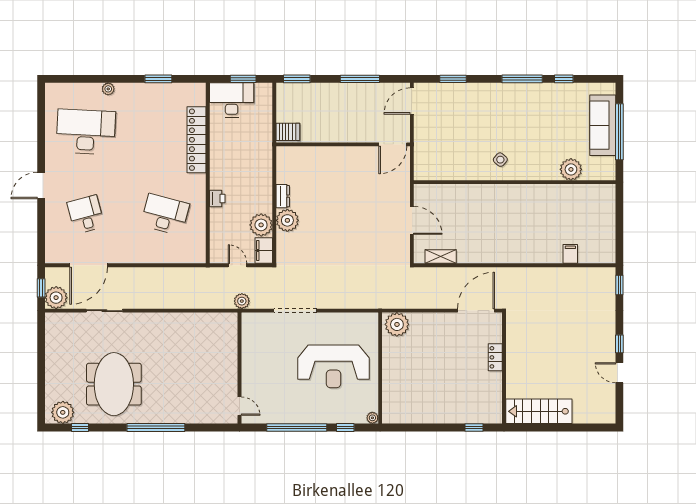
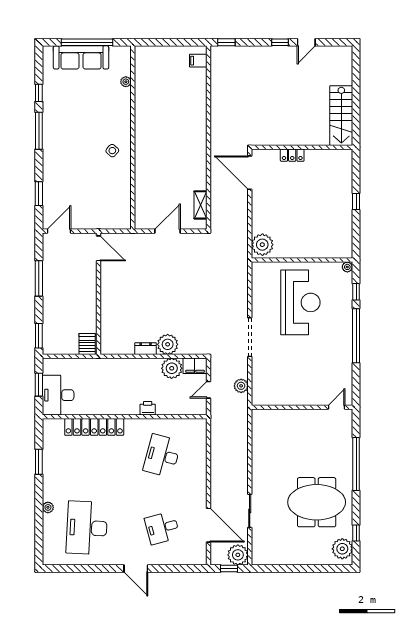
door: (412, 101) -> (59, 231), swing flipped
plant: (571, 169) -> (126, 82), width x0.53, depth x0.53
filing cabinet: (570, 254) -> (198, 61), moved
wall: (240, 368) -> (302, 407), moved
door: (240, 406) -> (337, 407), moved
window: (474, 427) -> (356, 202), moved

